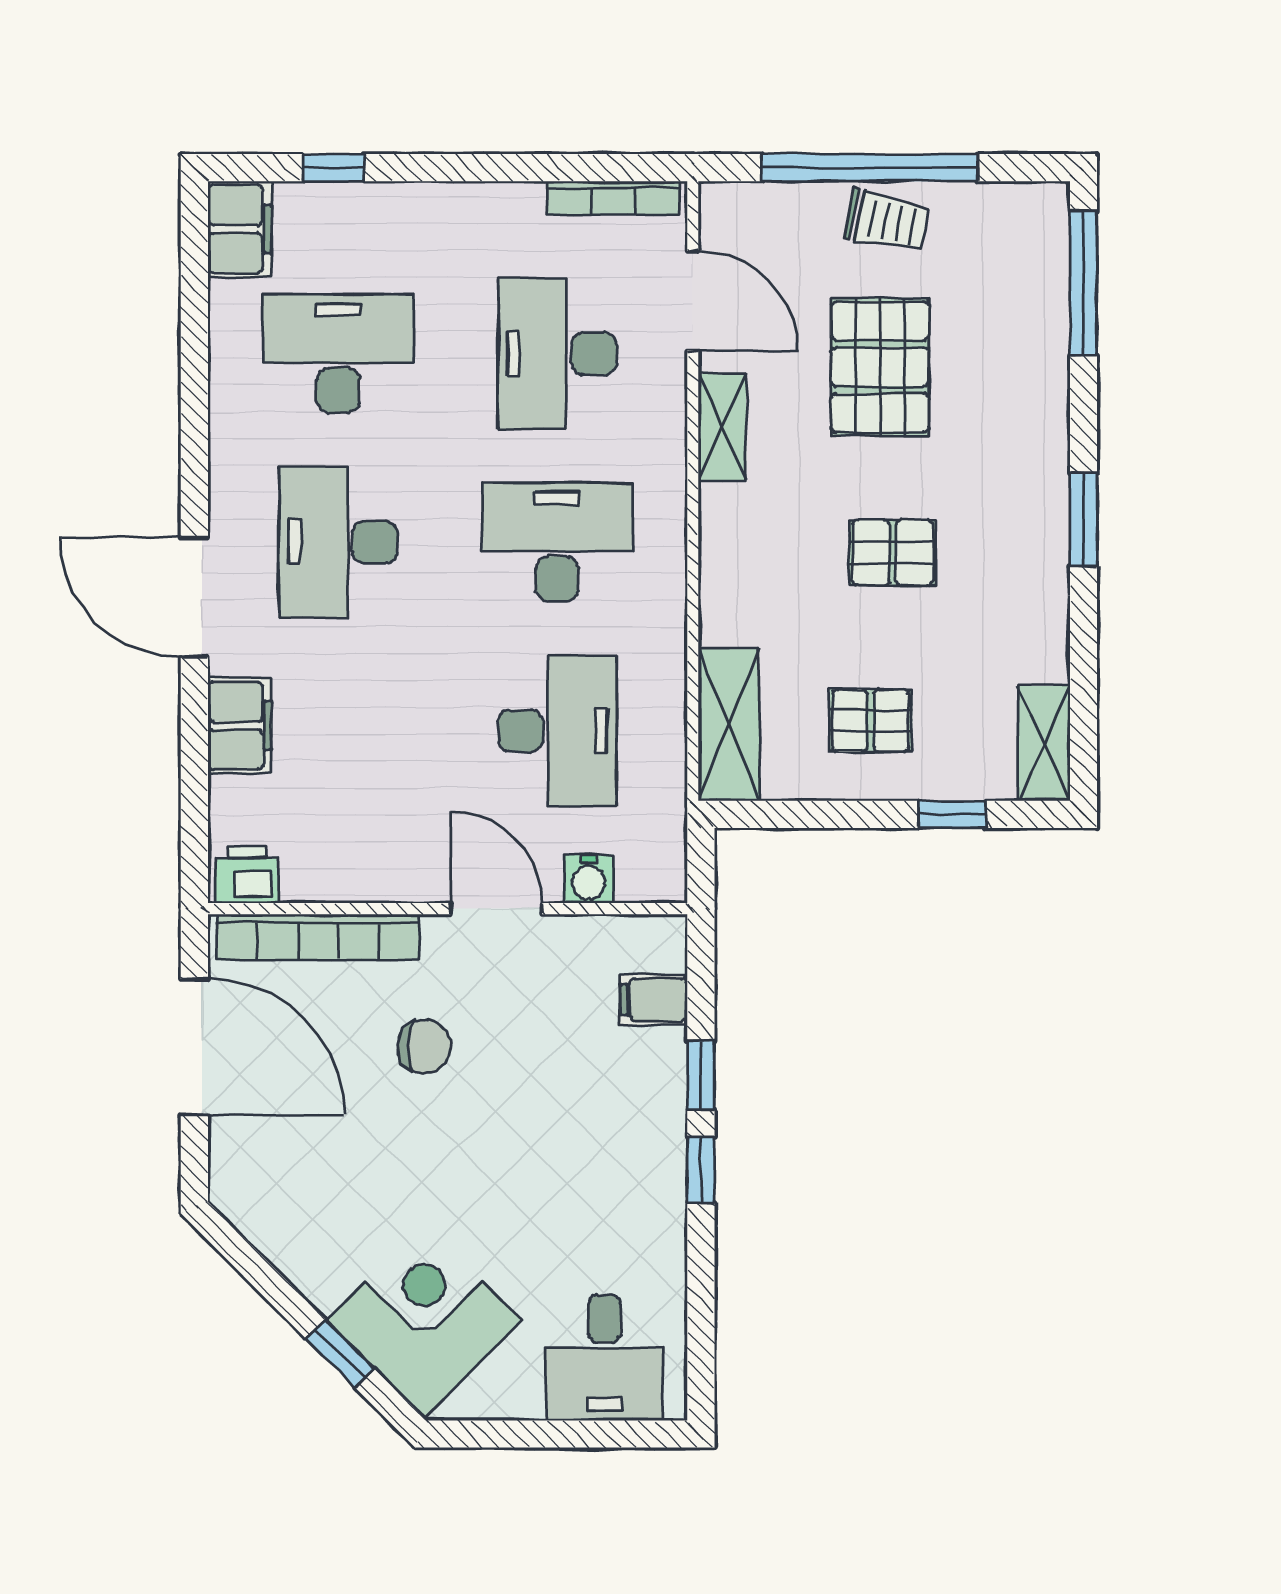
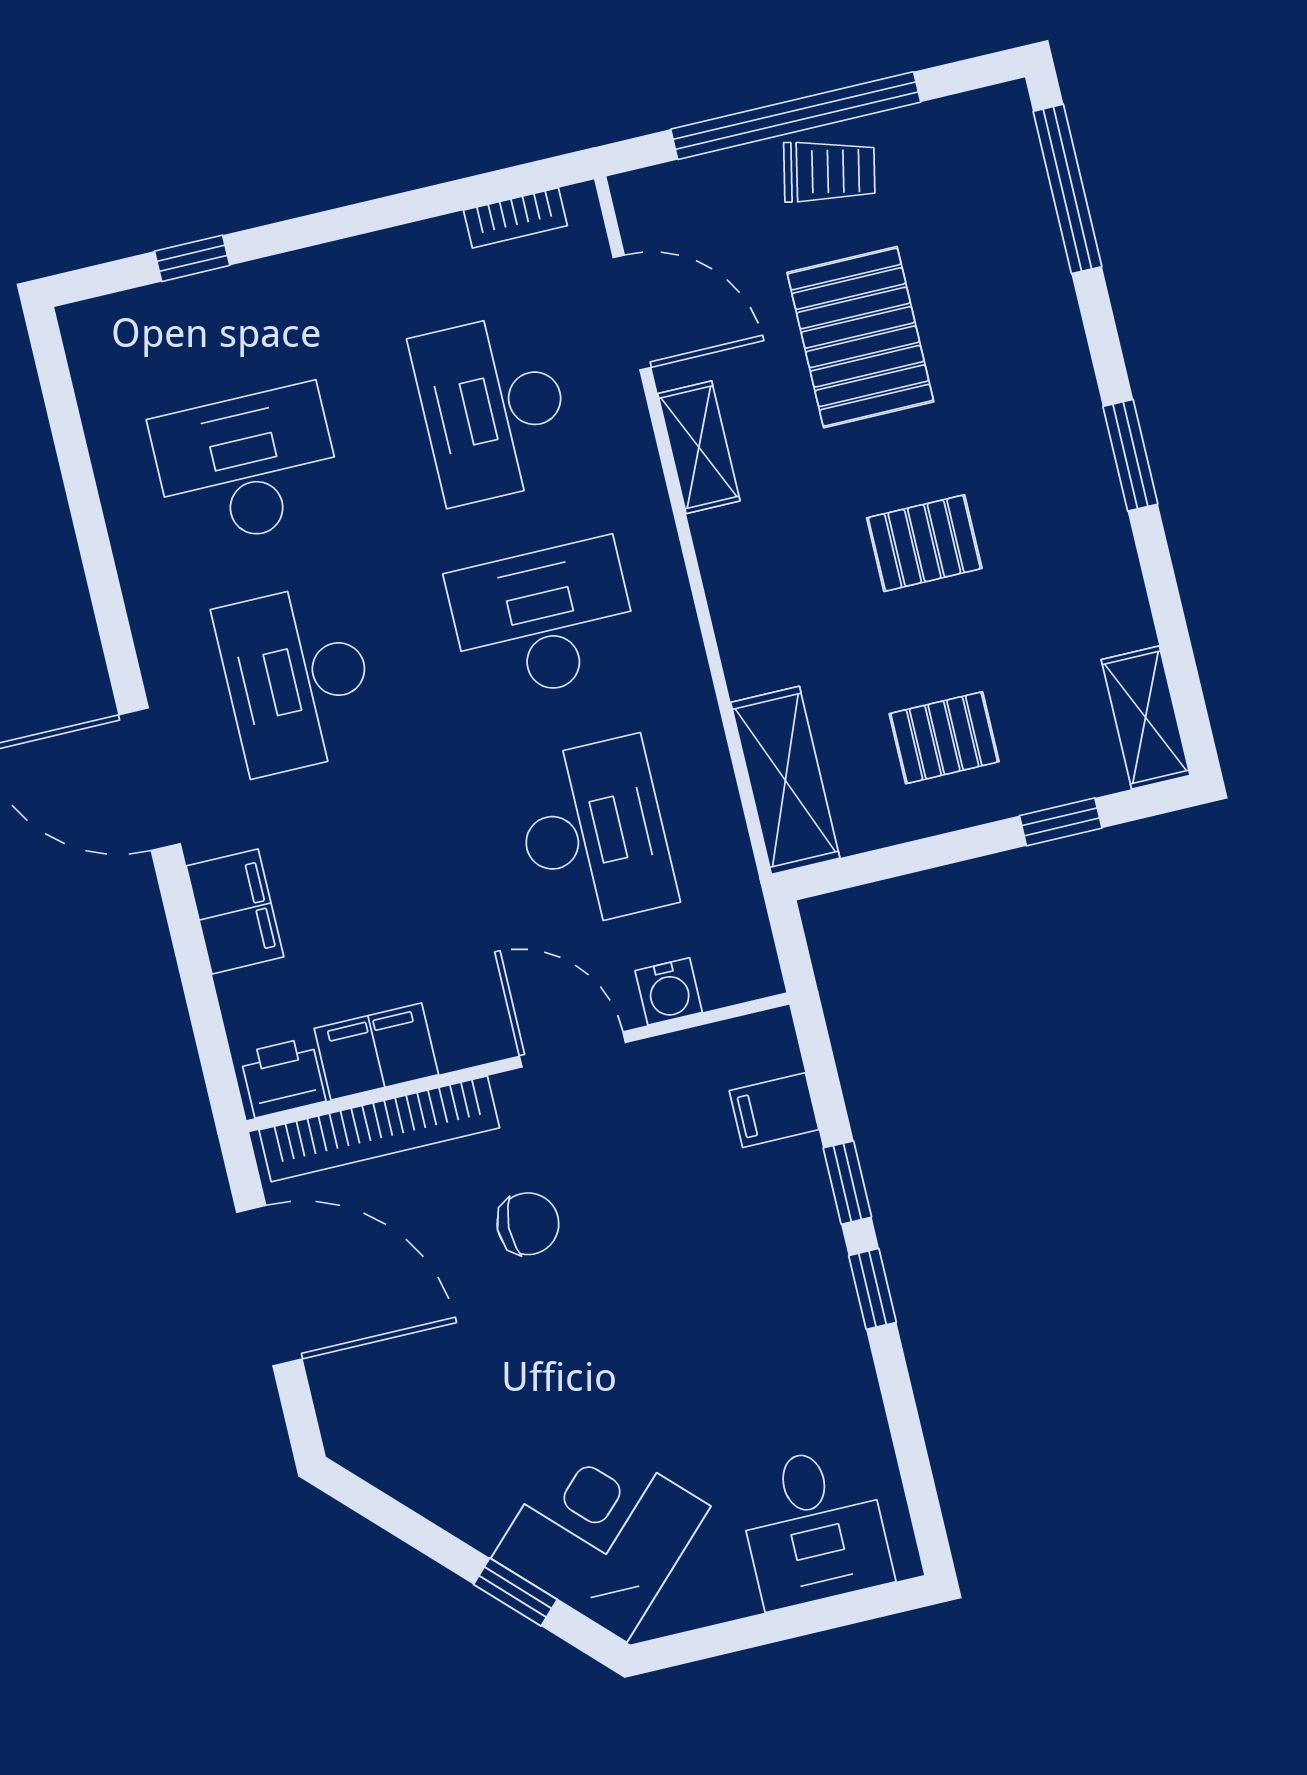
bookcase: (614, 198) -> (515, 218), width x0.64
filing cabinet: (240, 229) -> (376, 1051), moved, turned -90

